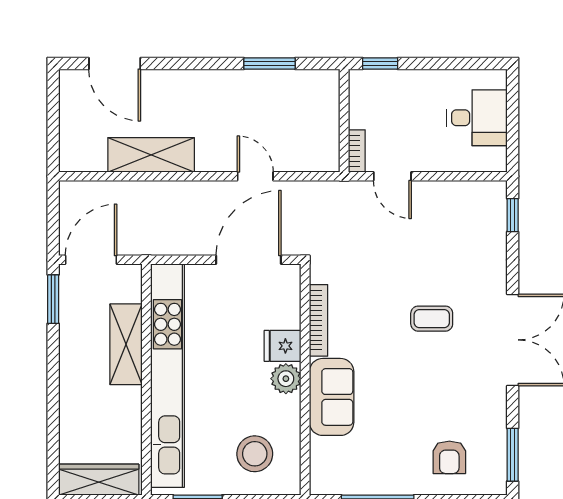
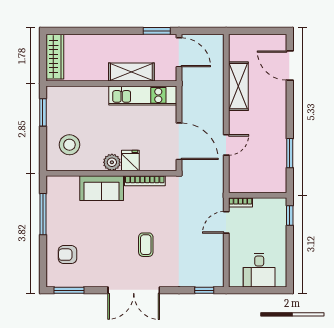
door: (115, 64) -> (290, 66), hinge flipped
kitchen unit: (168, 376) -> (143, 95), width x0.54

